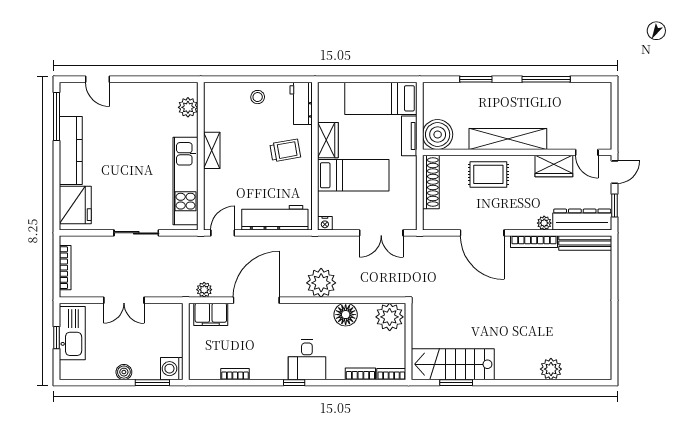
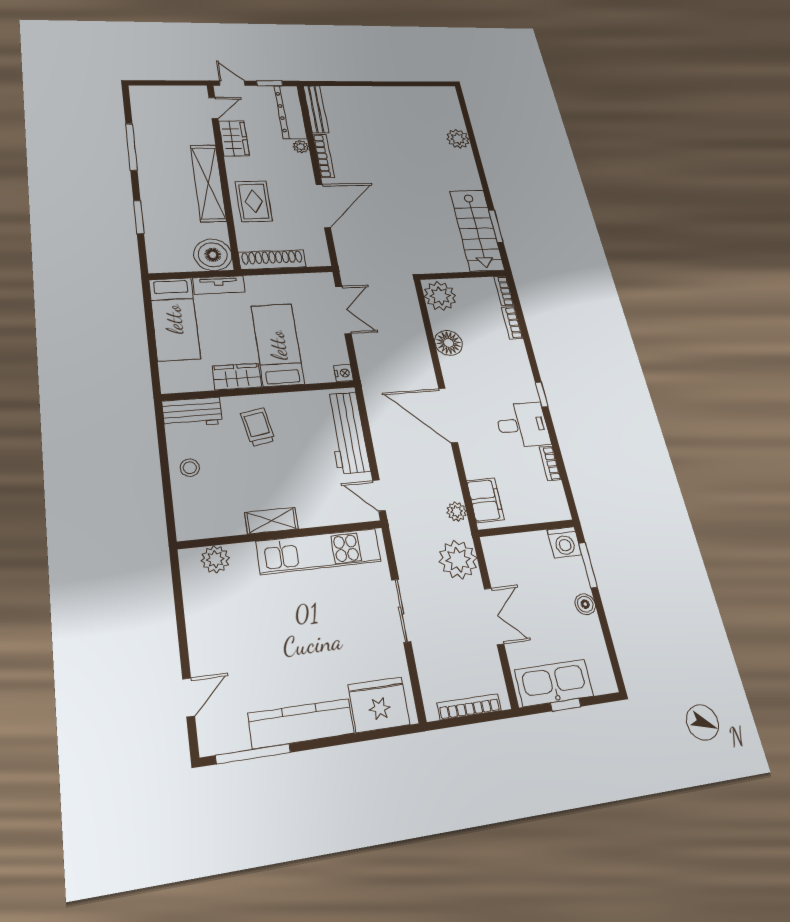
plant: (321, 283) -> (458, 560), moved
door: (256, 300) -> (448, 415), moved
desk: (307, 360) -> (523, 425), moved

